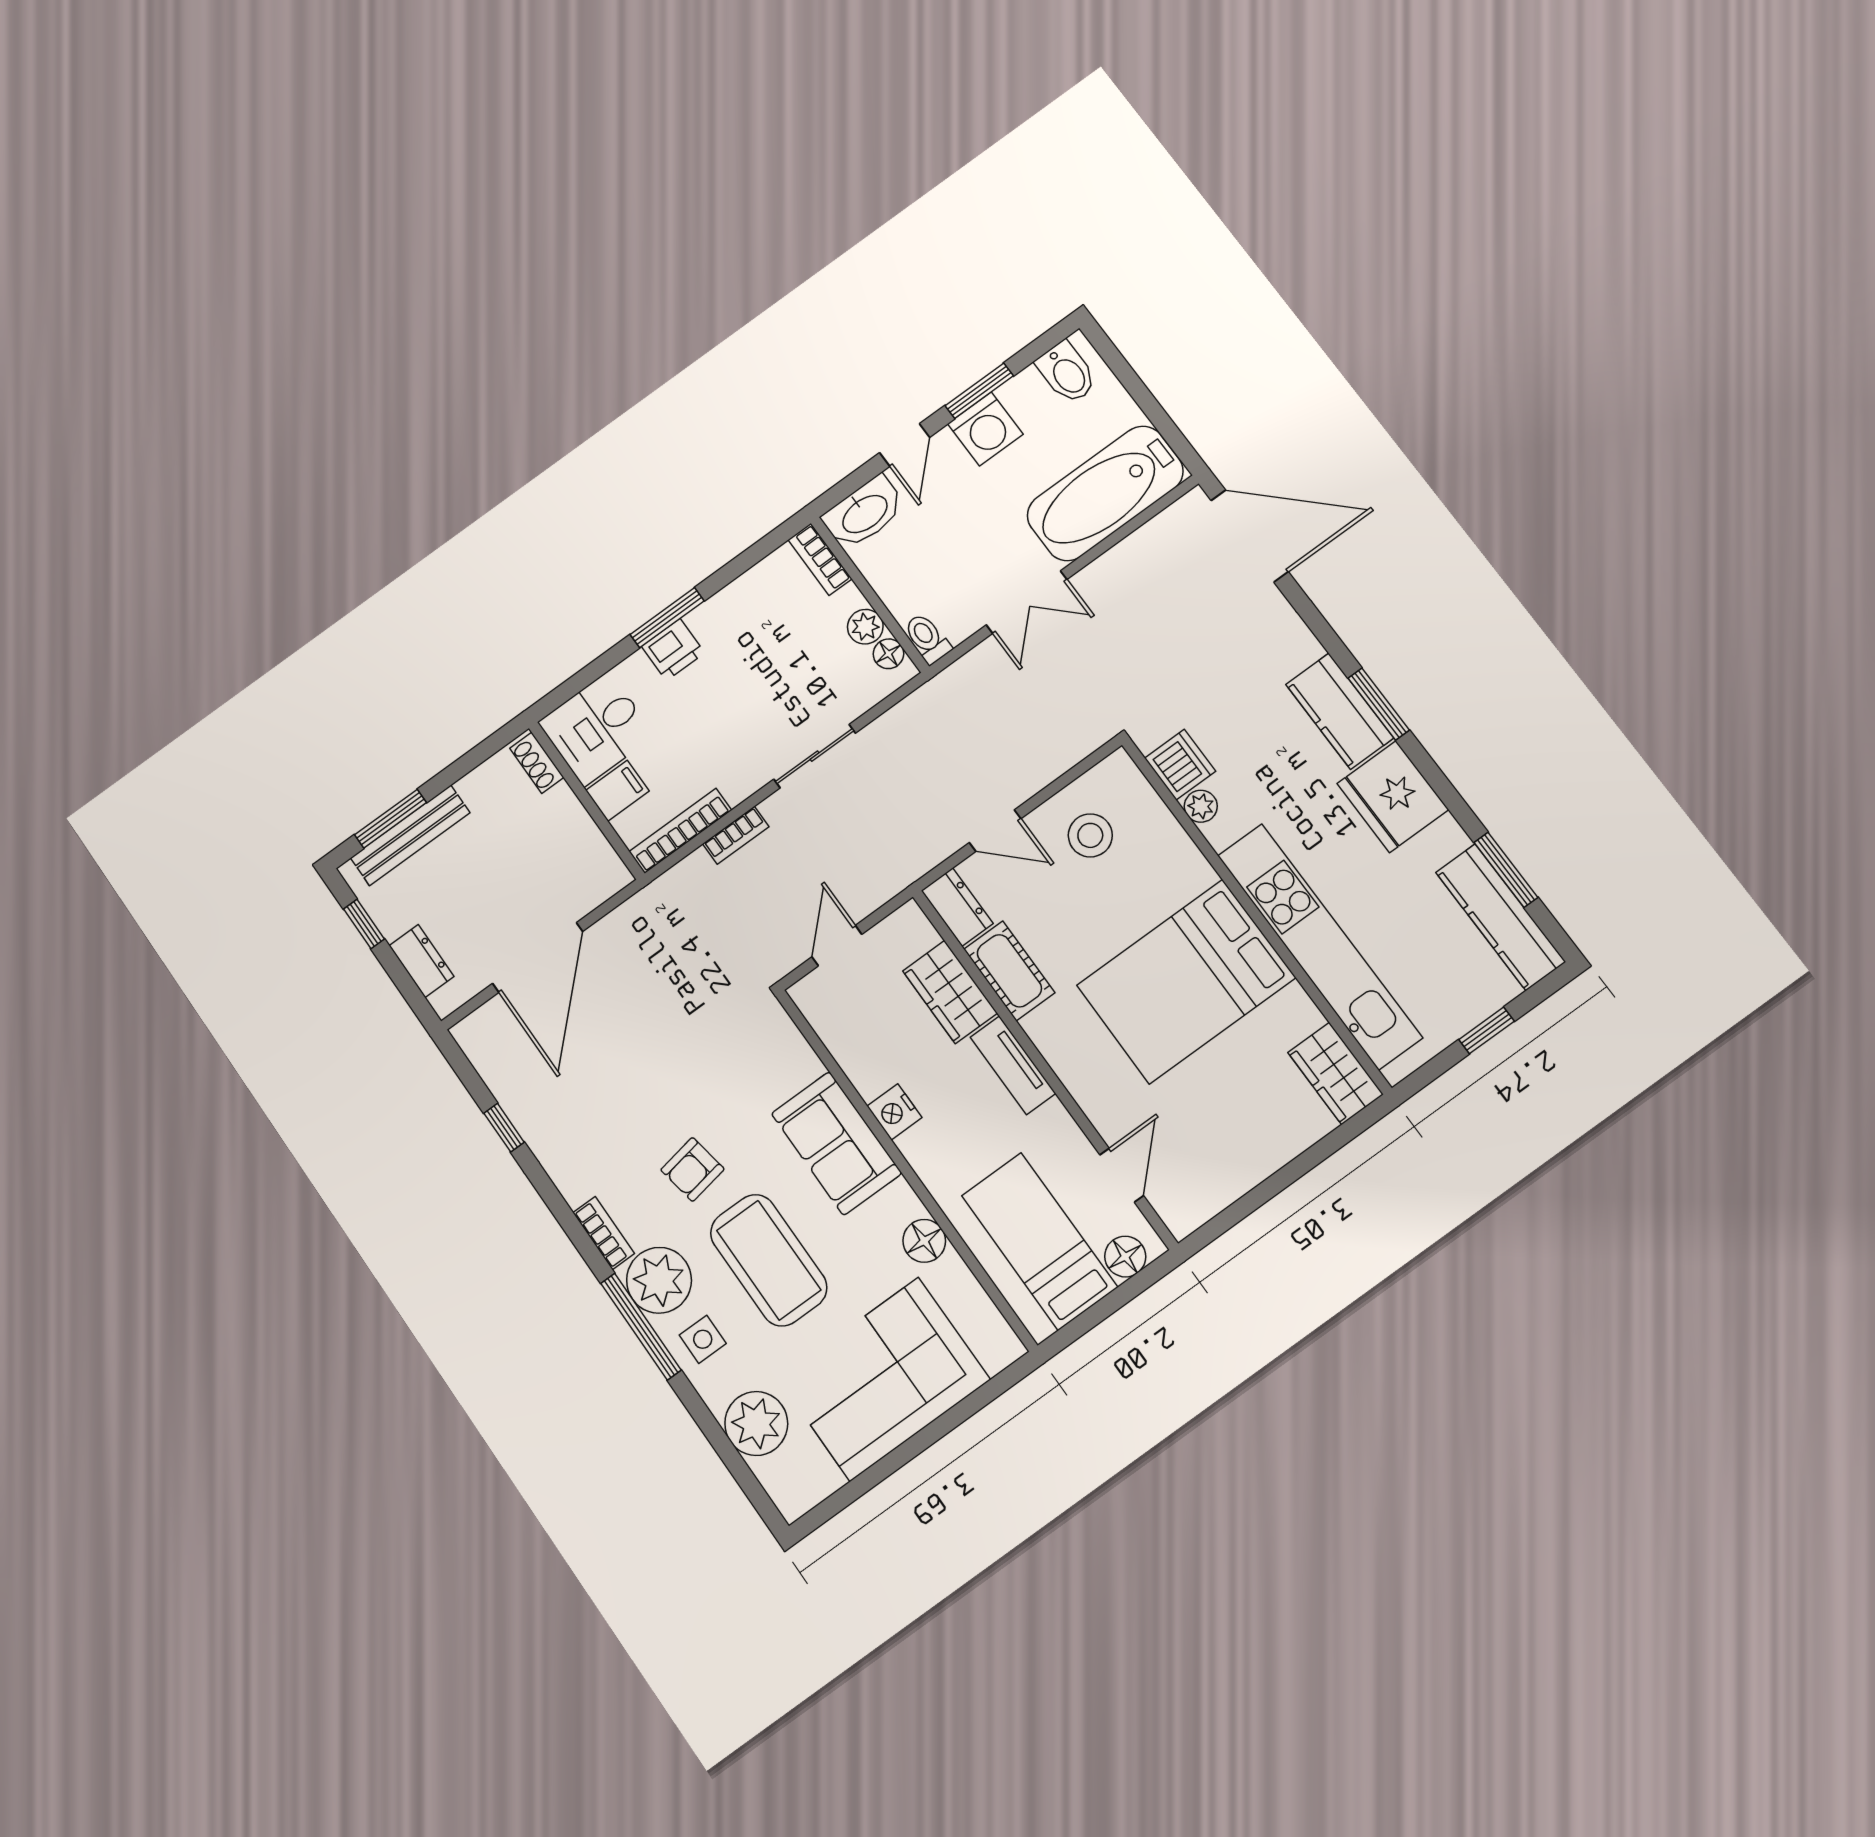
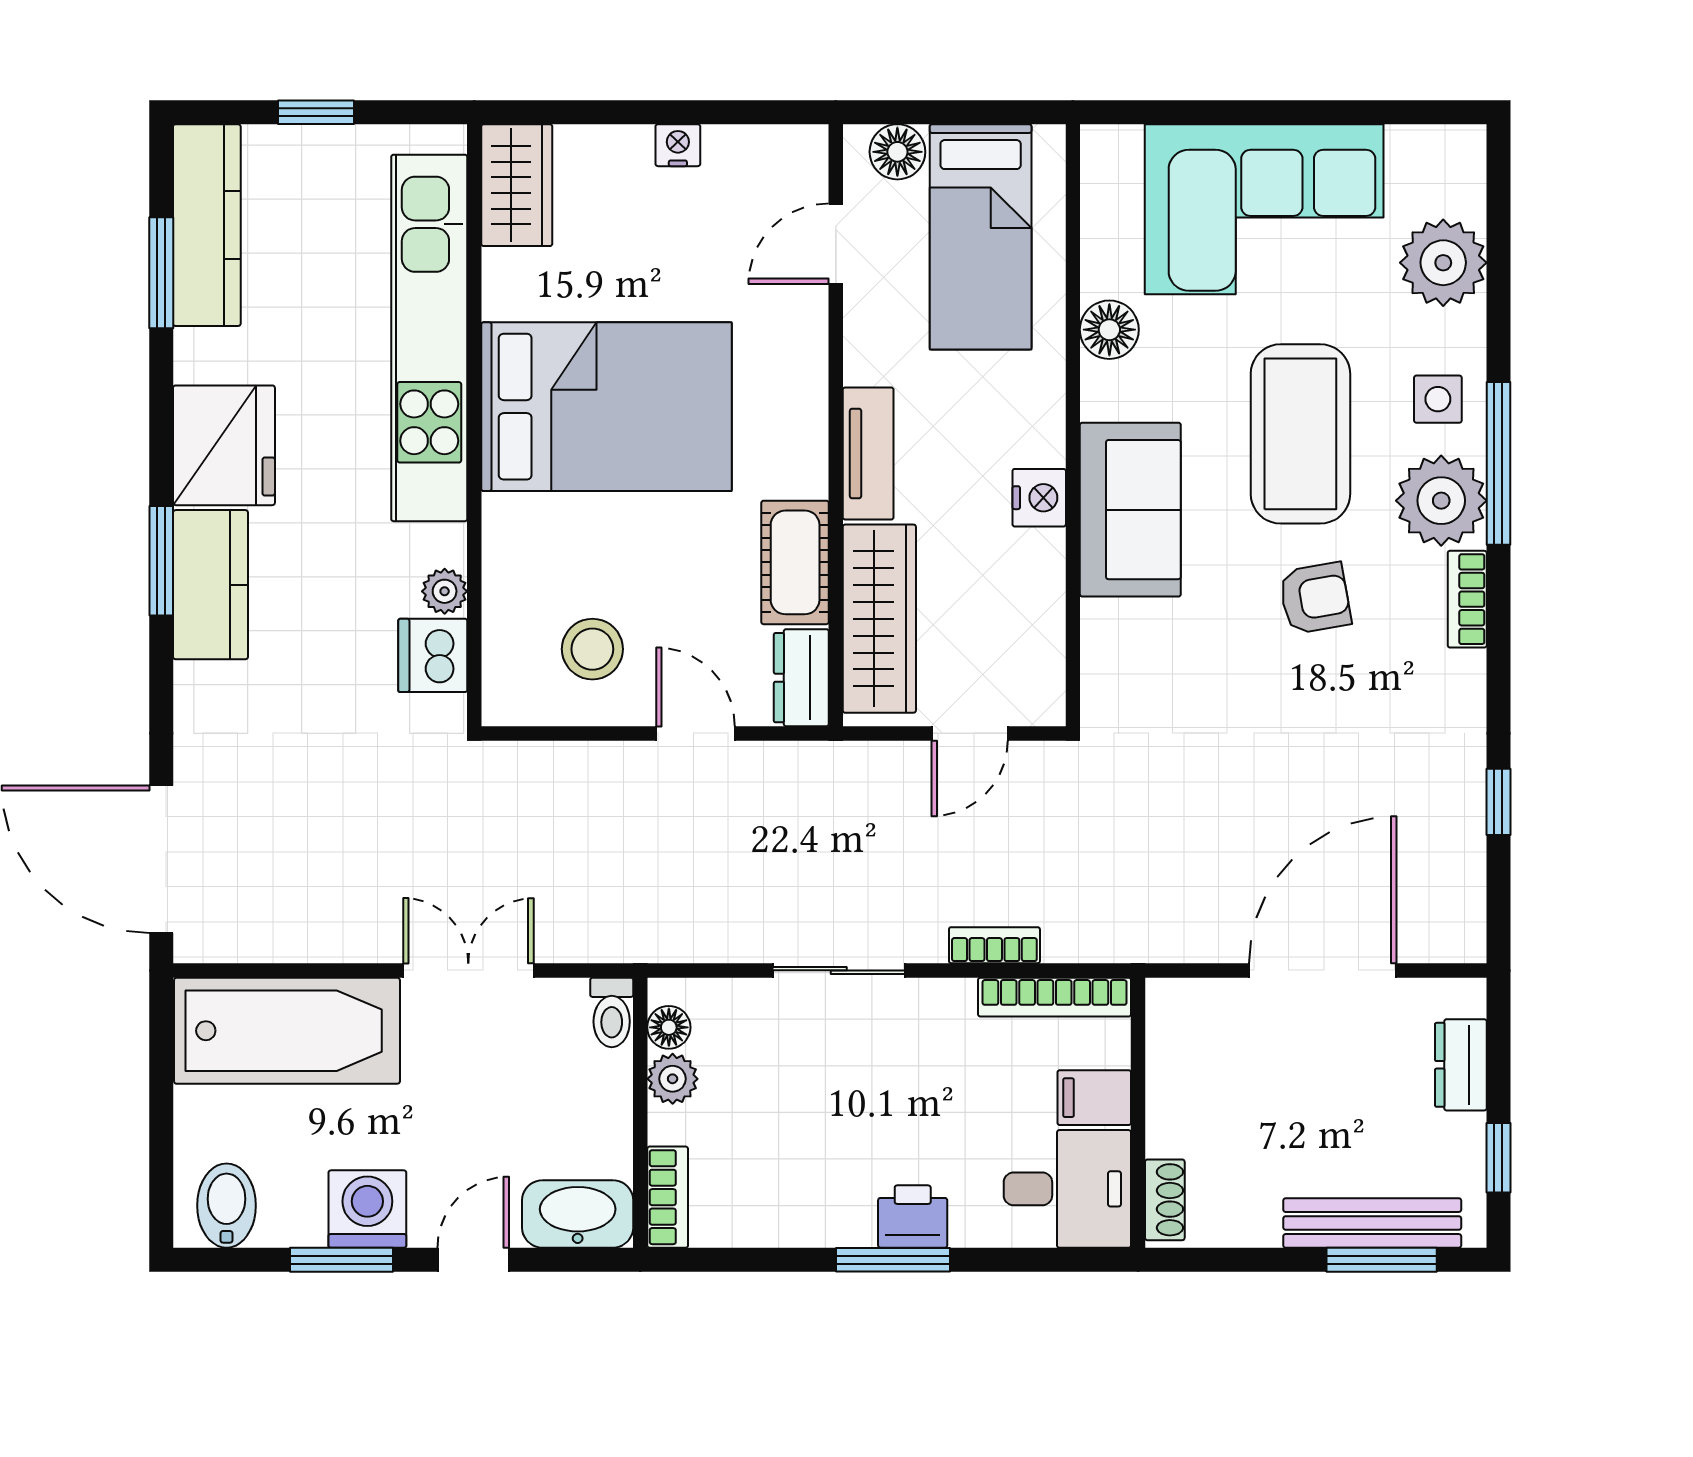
wardrobe: (950, 992) -> (879, 619), width x1.50
nightstand: (1258, 1166) -> (678, 145), added

